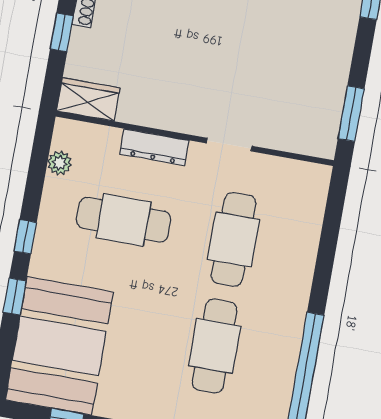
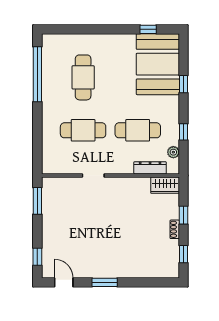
dresser: (154, 147) -> (150, 168), moved
window: (25, 237) -> (183, 132), moved
cafe table: (234, 239) -> (83, 130), turned 90

